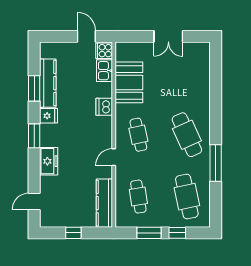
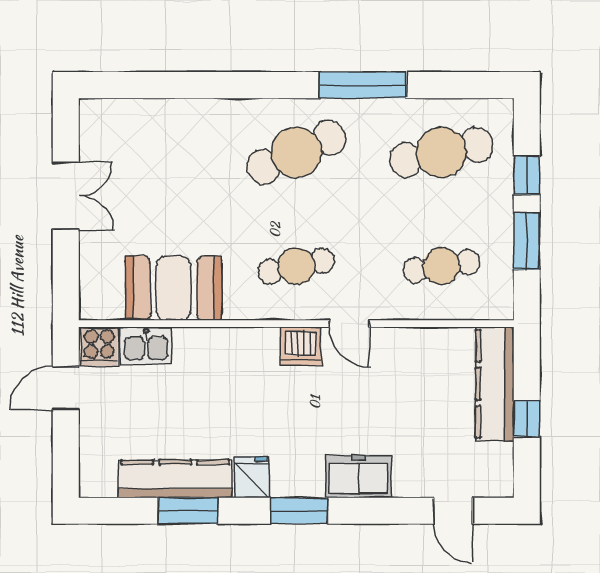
dishwasher: (104, 107) -> (301, 346), moved
kitchen counter: (104, 203) -> (495, 384), moved, turned 90

